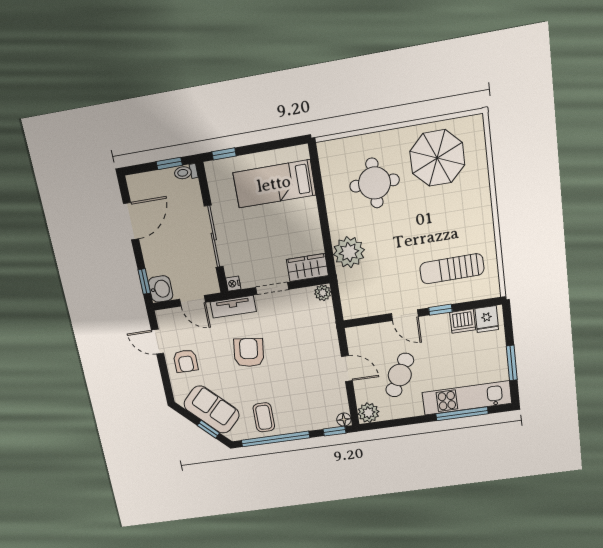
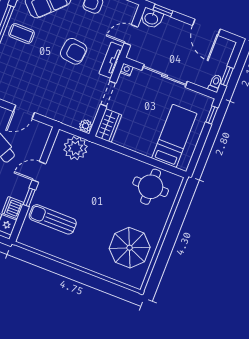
round table: (374, 183) -> (151, 187), moved
plant: (349, 252) -> (76, 148), moved
sun lounger: (452, 269) -> (53, 219), turned -89

